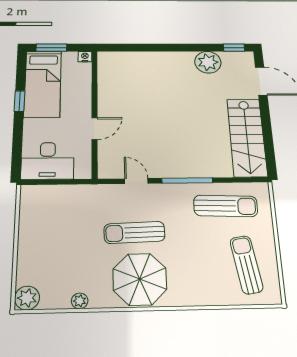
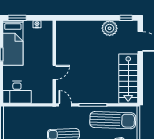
wall: (95, 112) -> (54, 62), moved
door: (95, 128) -> (54, 72), moved
sun lounger: (226, 206) -> (113, 120), width x1.36, depth x1.34

